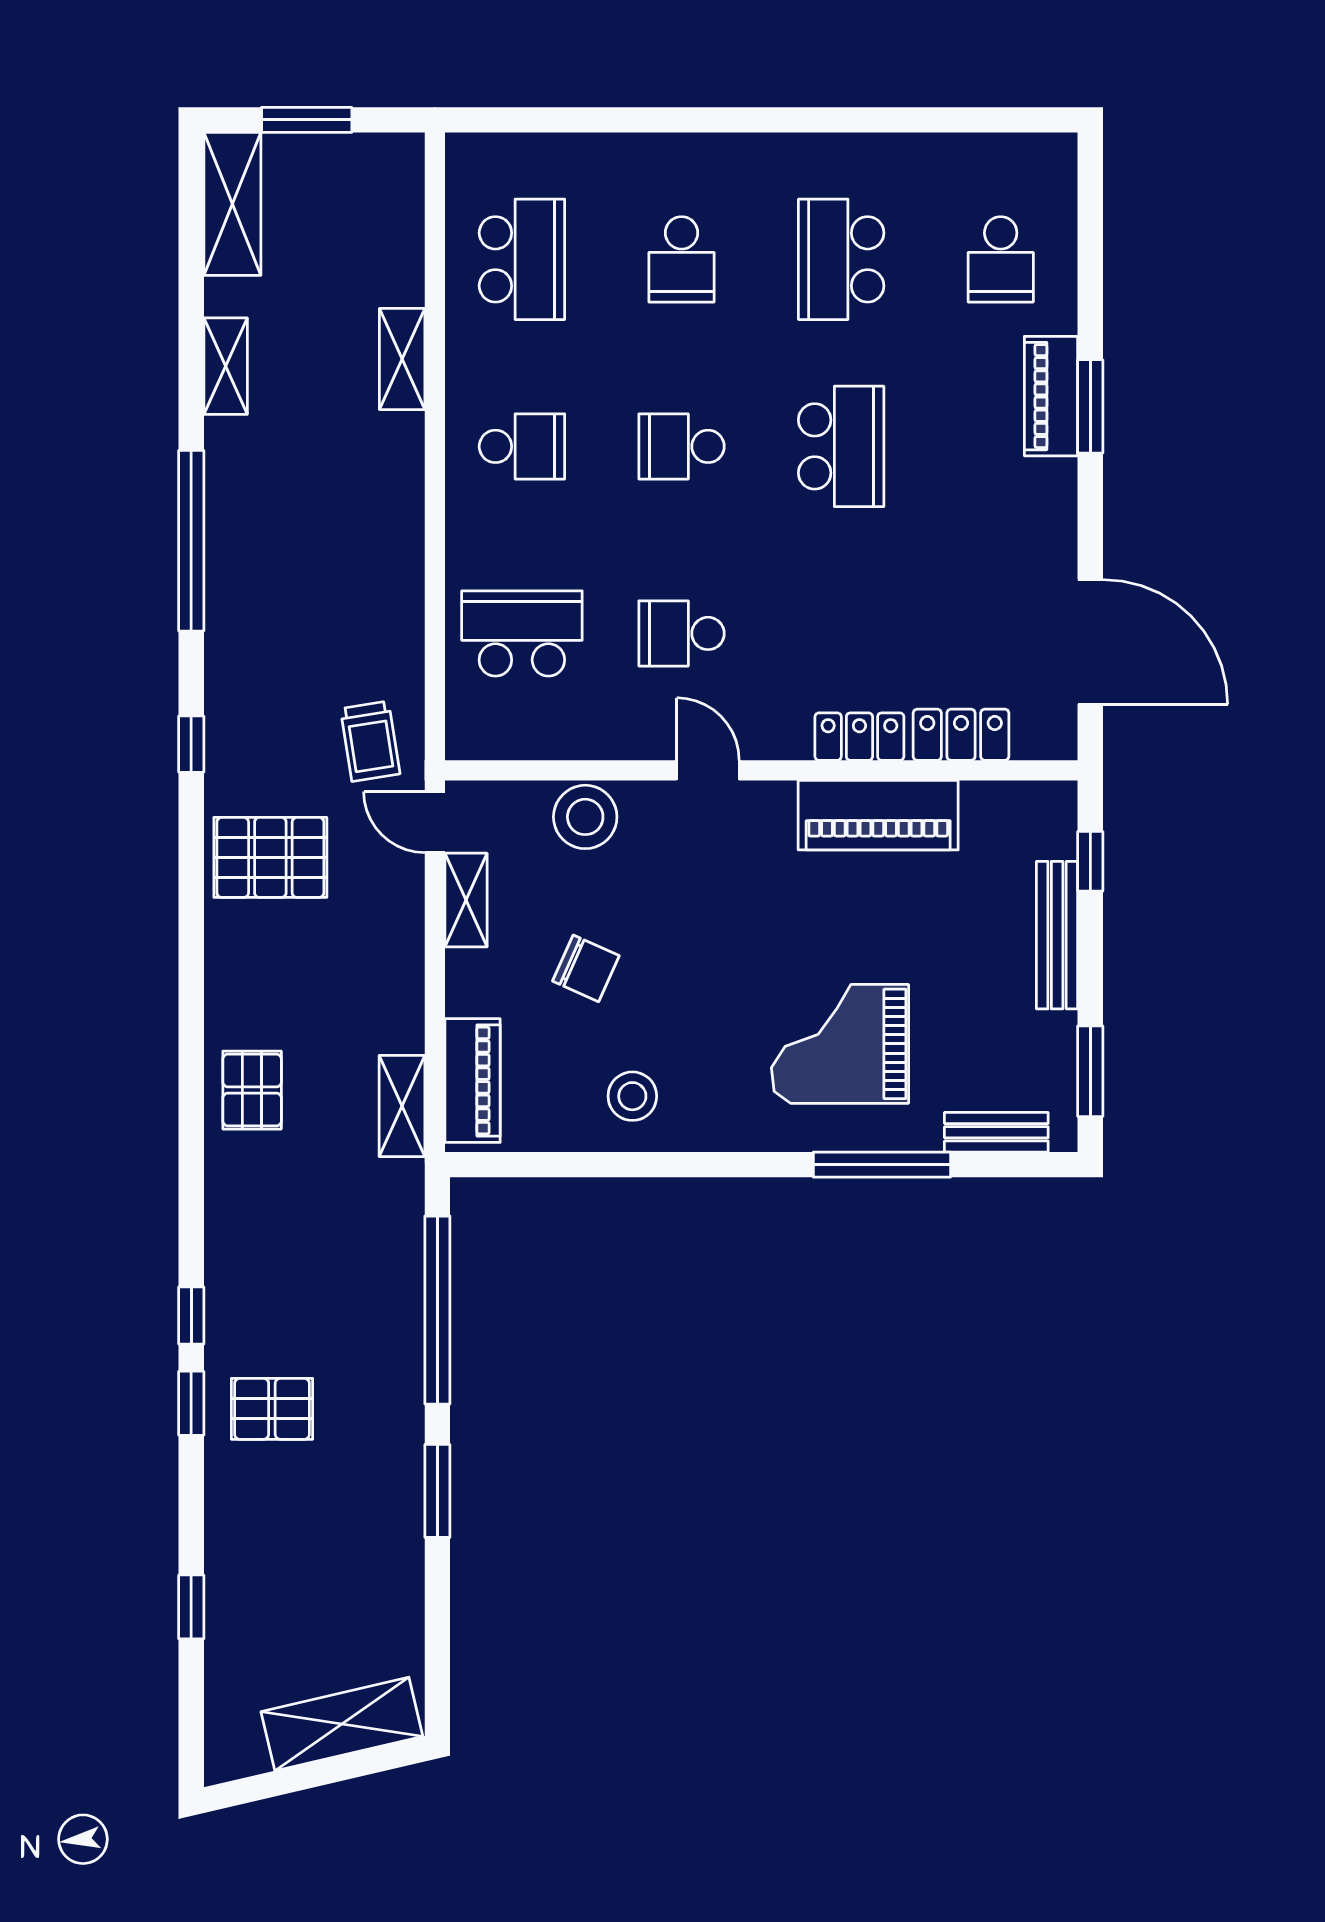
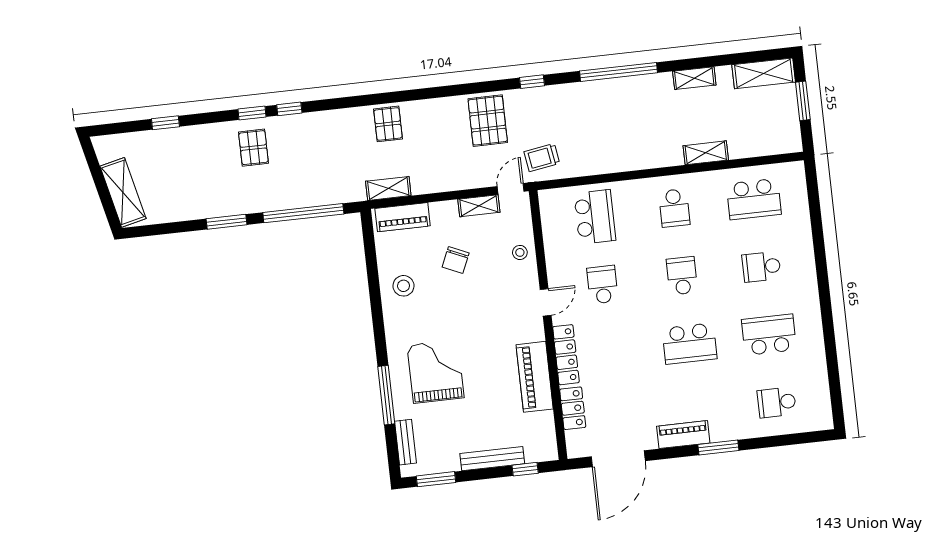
piano: (1051, 396) -> (683, 435), moved
locker: (859, 737) -> (566, 355), width x1.53
stool: (585, 817) -> (520, 252), width x0.53, depth x0.53
pallet: (252, 1090) -> (388, 124), turned 90

